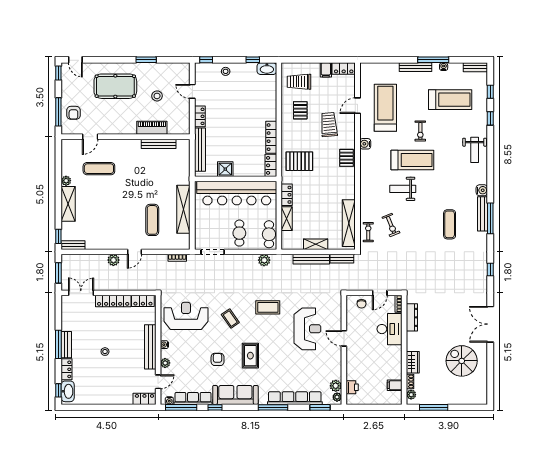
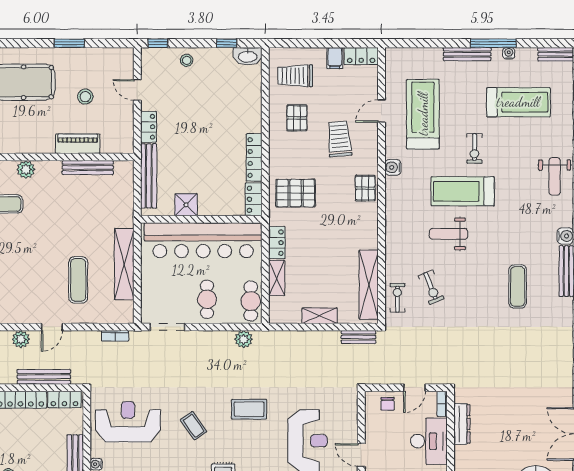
plant: (117, 145) -> (26, 169), added
treadmill: (412, 160) -> (463, 191), turned 180
bench: (311, 259) -> (44, 377), moved

